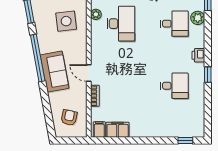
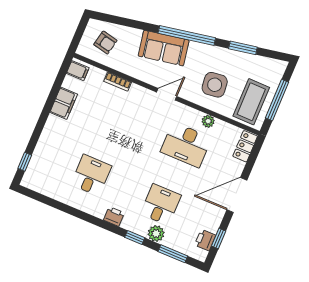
desk: (174, 24) -> (161, 205), turned 180
door: (89, 73) -> (167, 94), moved
window: (208, 75) -> (135, 238), moved
desk: (174, 86) -> (91, 175), turned 180
filing cabinet: (118, 130) -> (64, 103), moved

